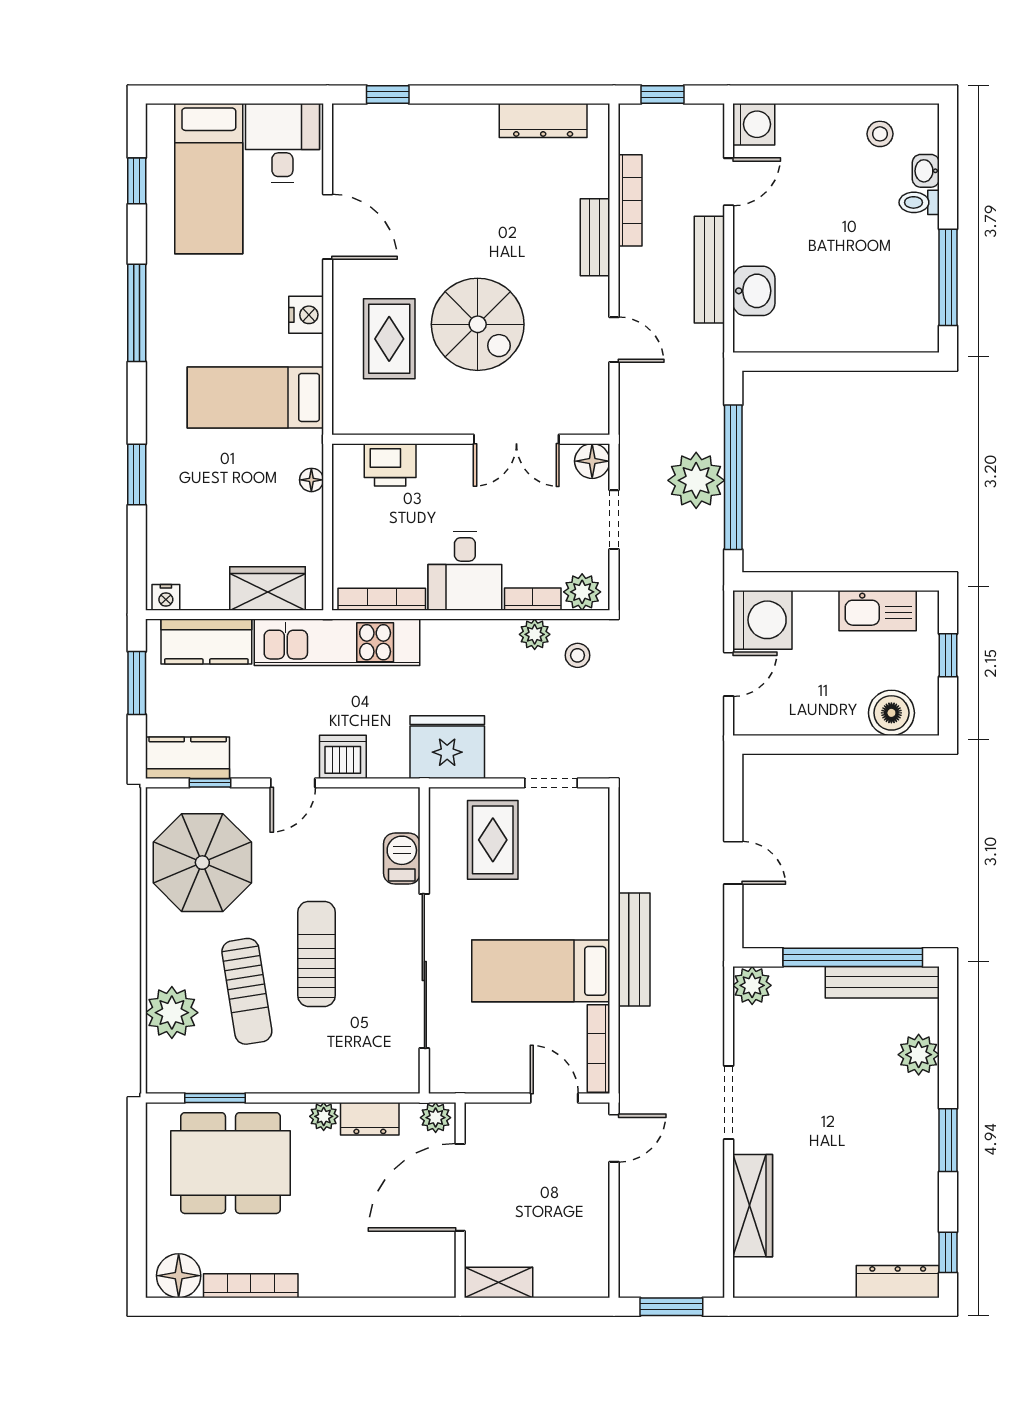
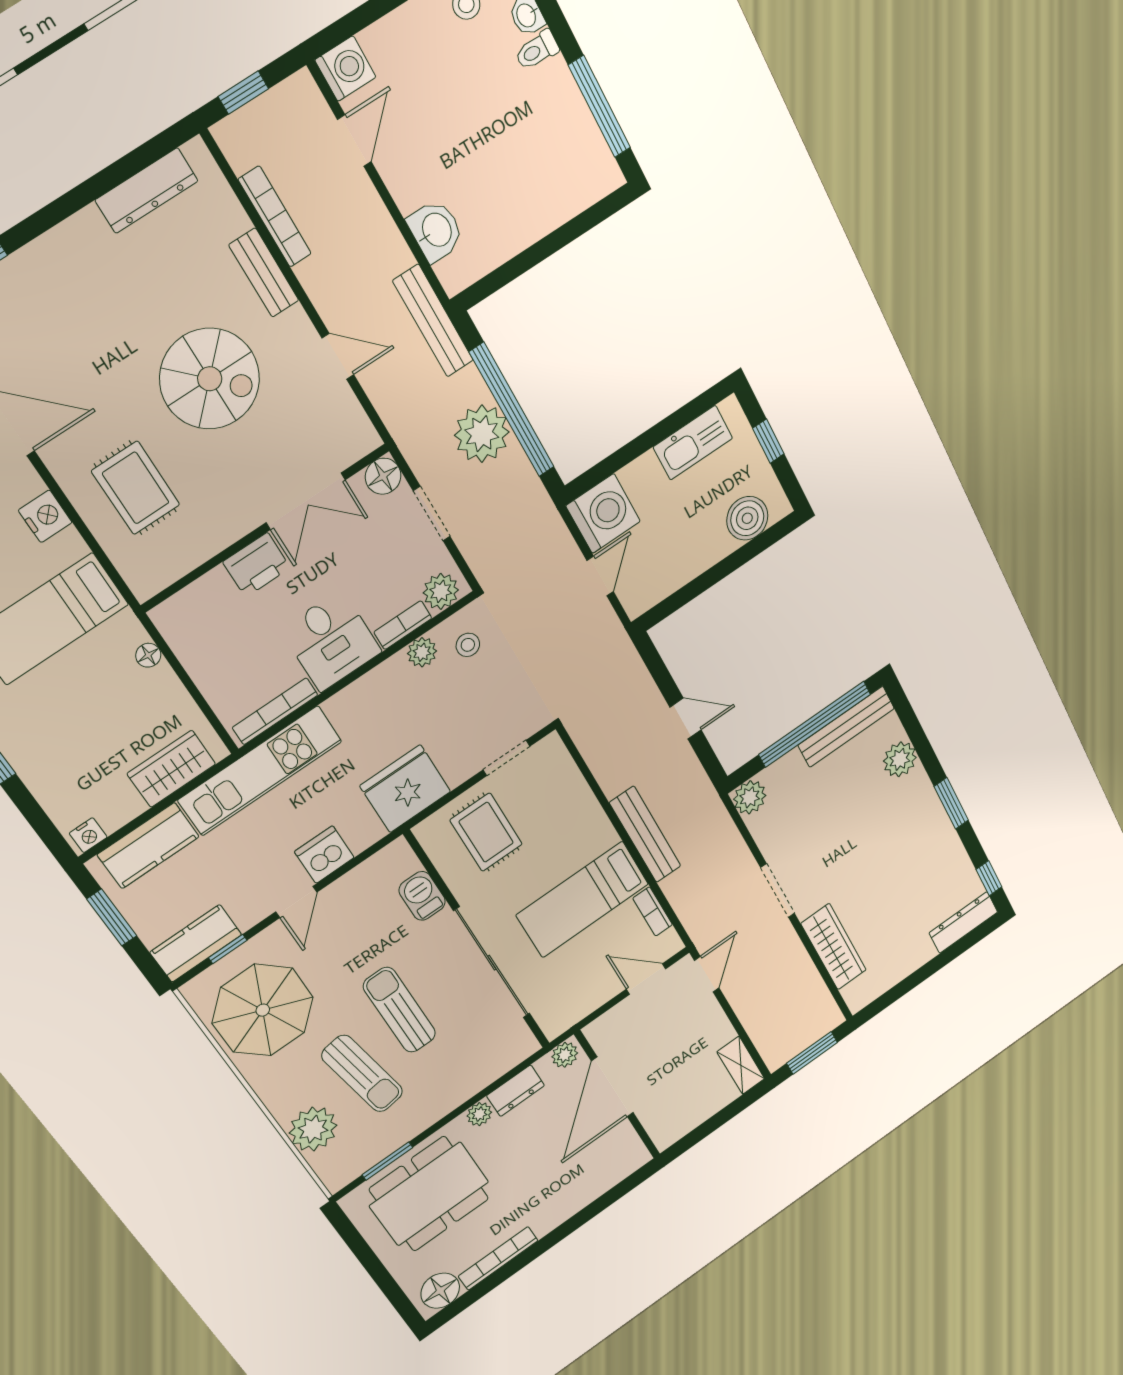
bench: (709, 270) -> (433, 321), moved
spiral stairs: (478, 324) -> (210, 379), moved
printer: (390, 465) -> (257, 565), moved
bookcase: (598, 1049) -> (653, 911), width x0.64
shelving: (498, 1282) -> (741, 1065), moved, turned 90

